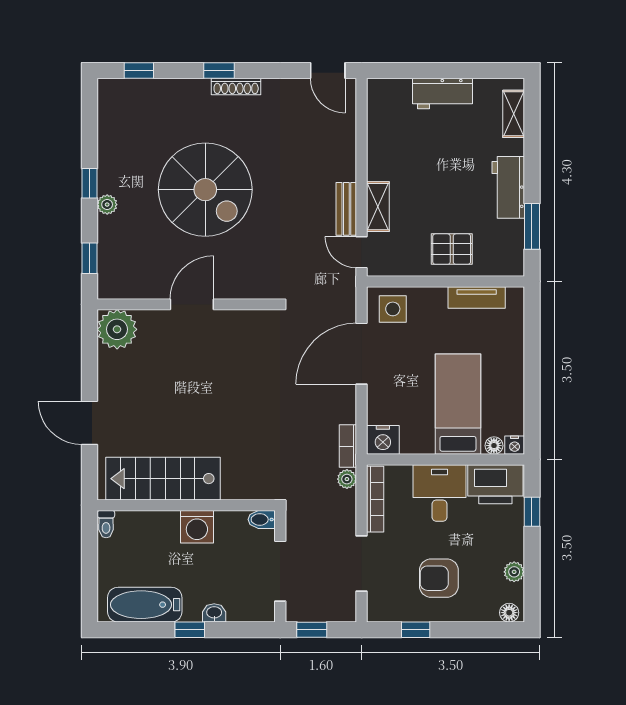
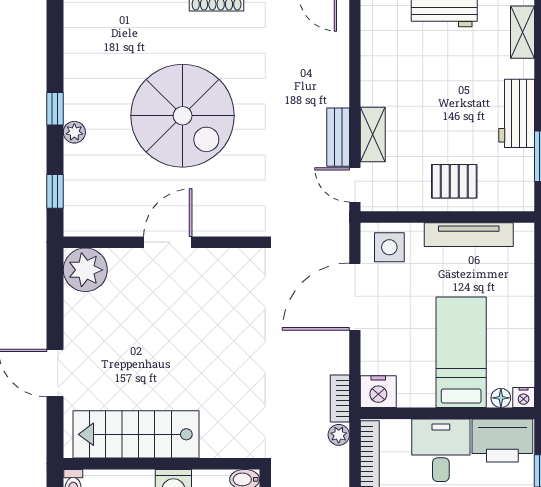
tv unit: (477, 297) -> (469, 235), width x1.41

